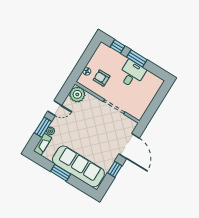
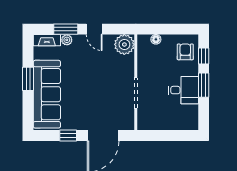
armchair: (102, 78) -> (185, 52), moved

